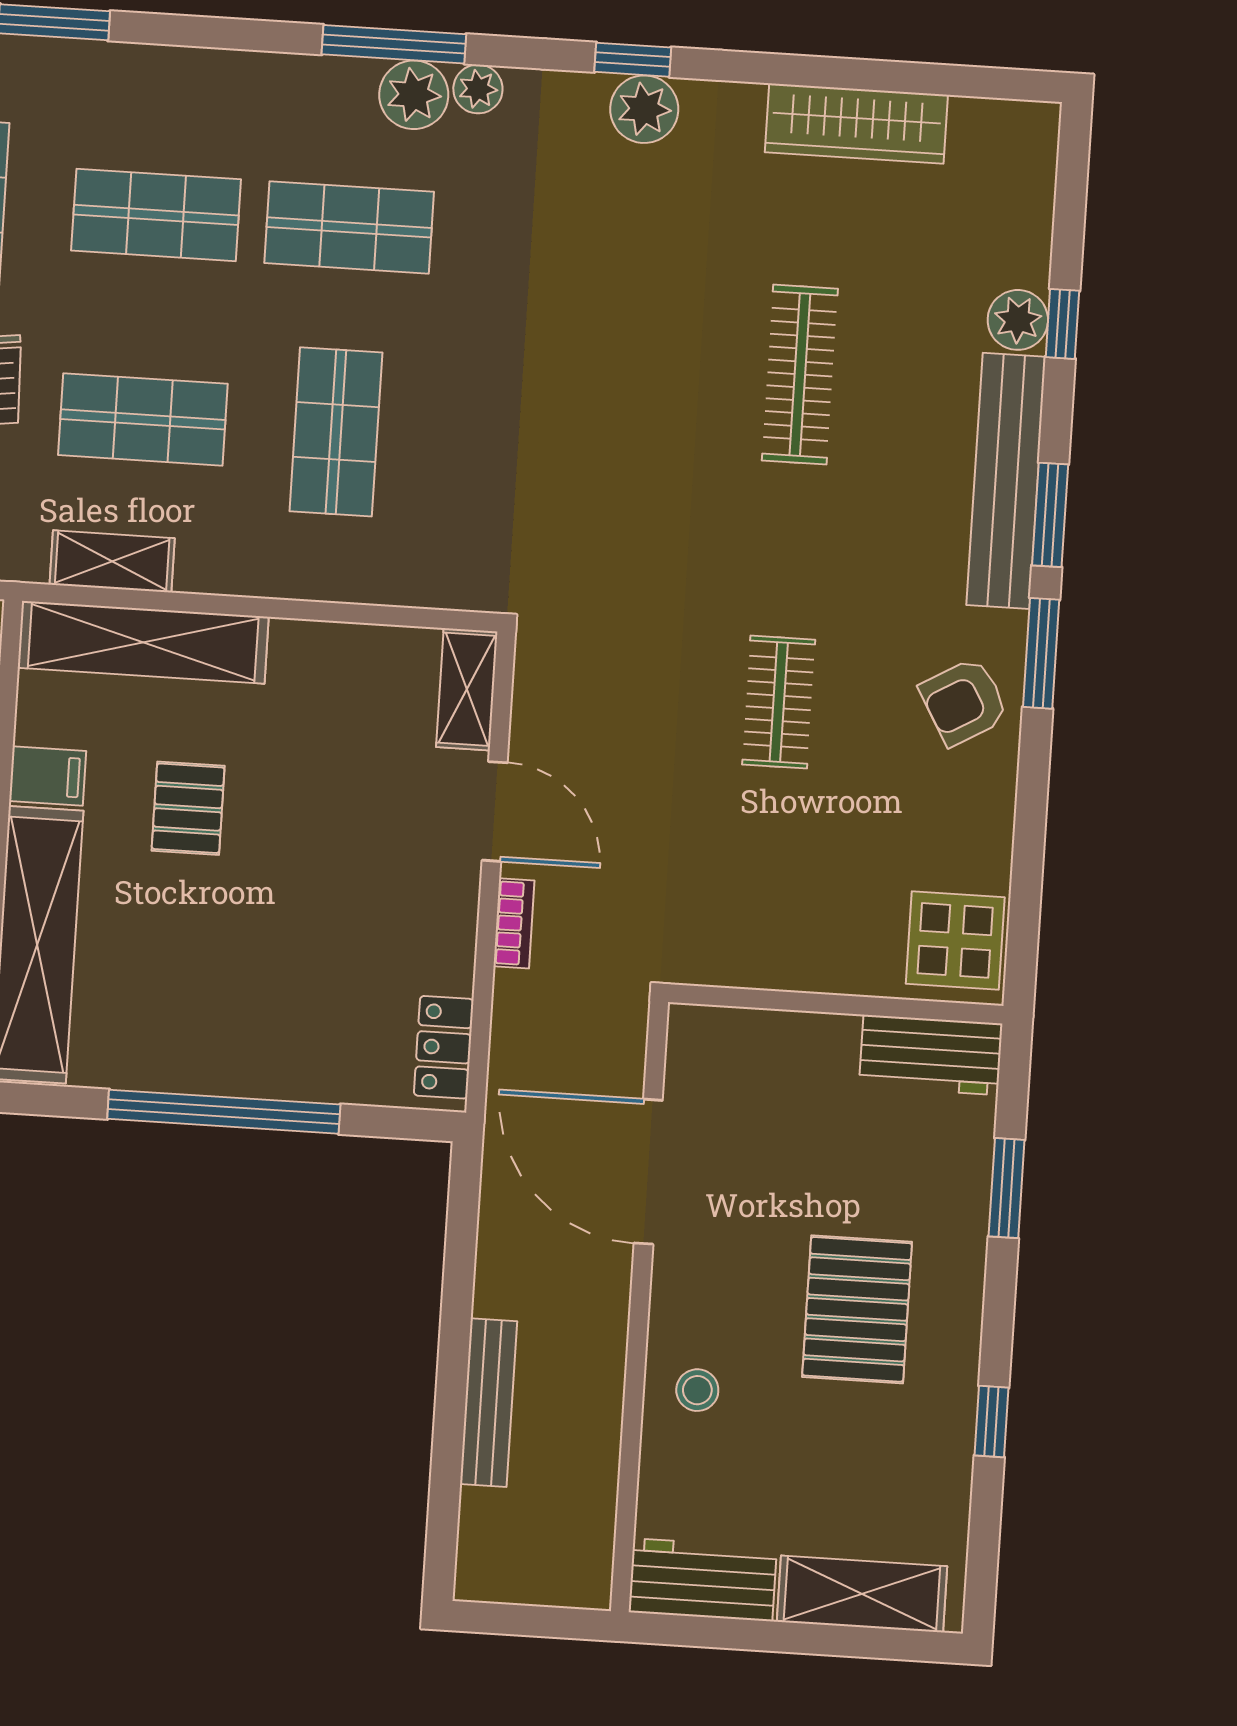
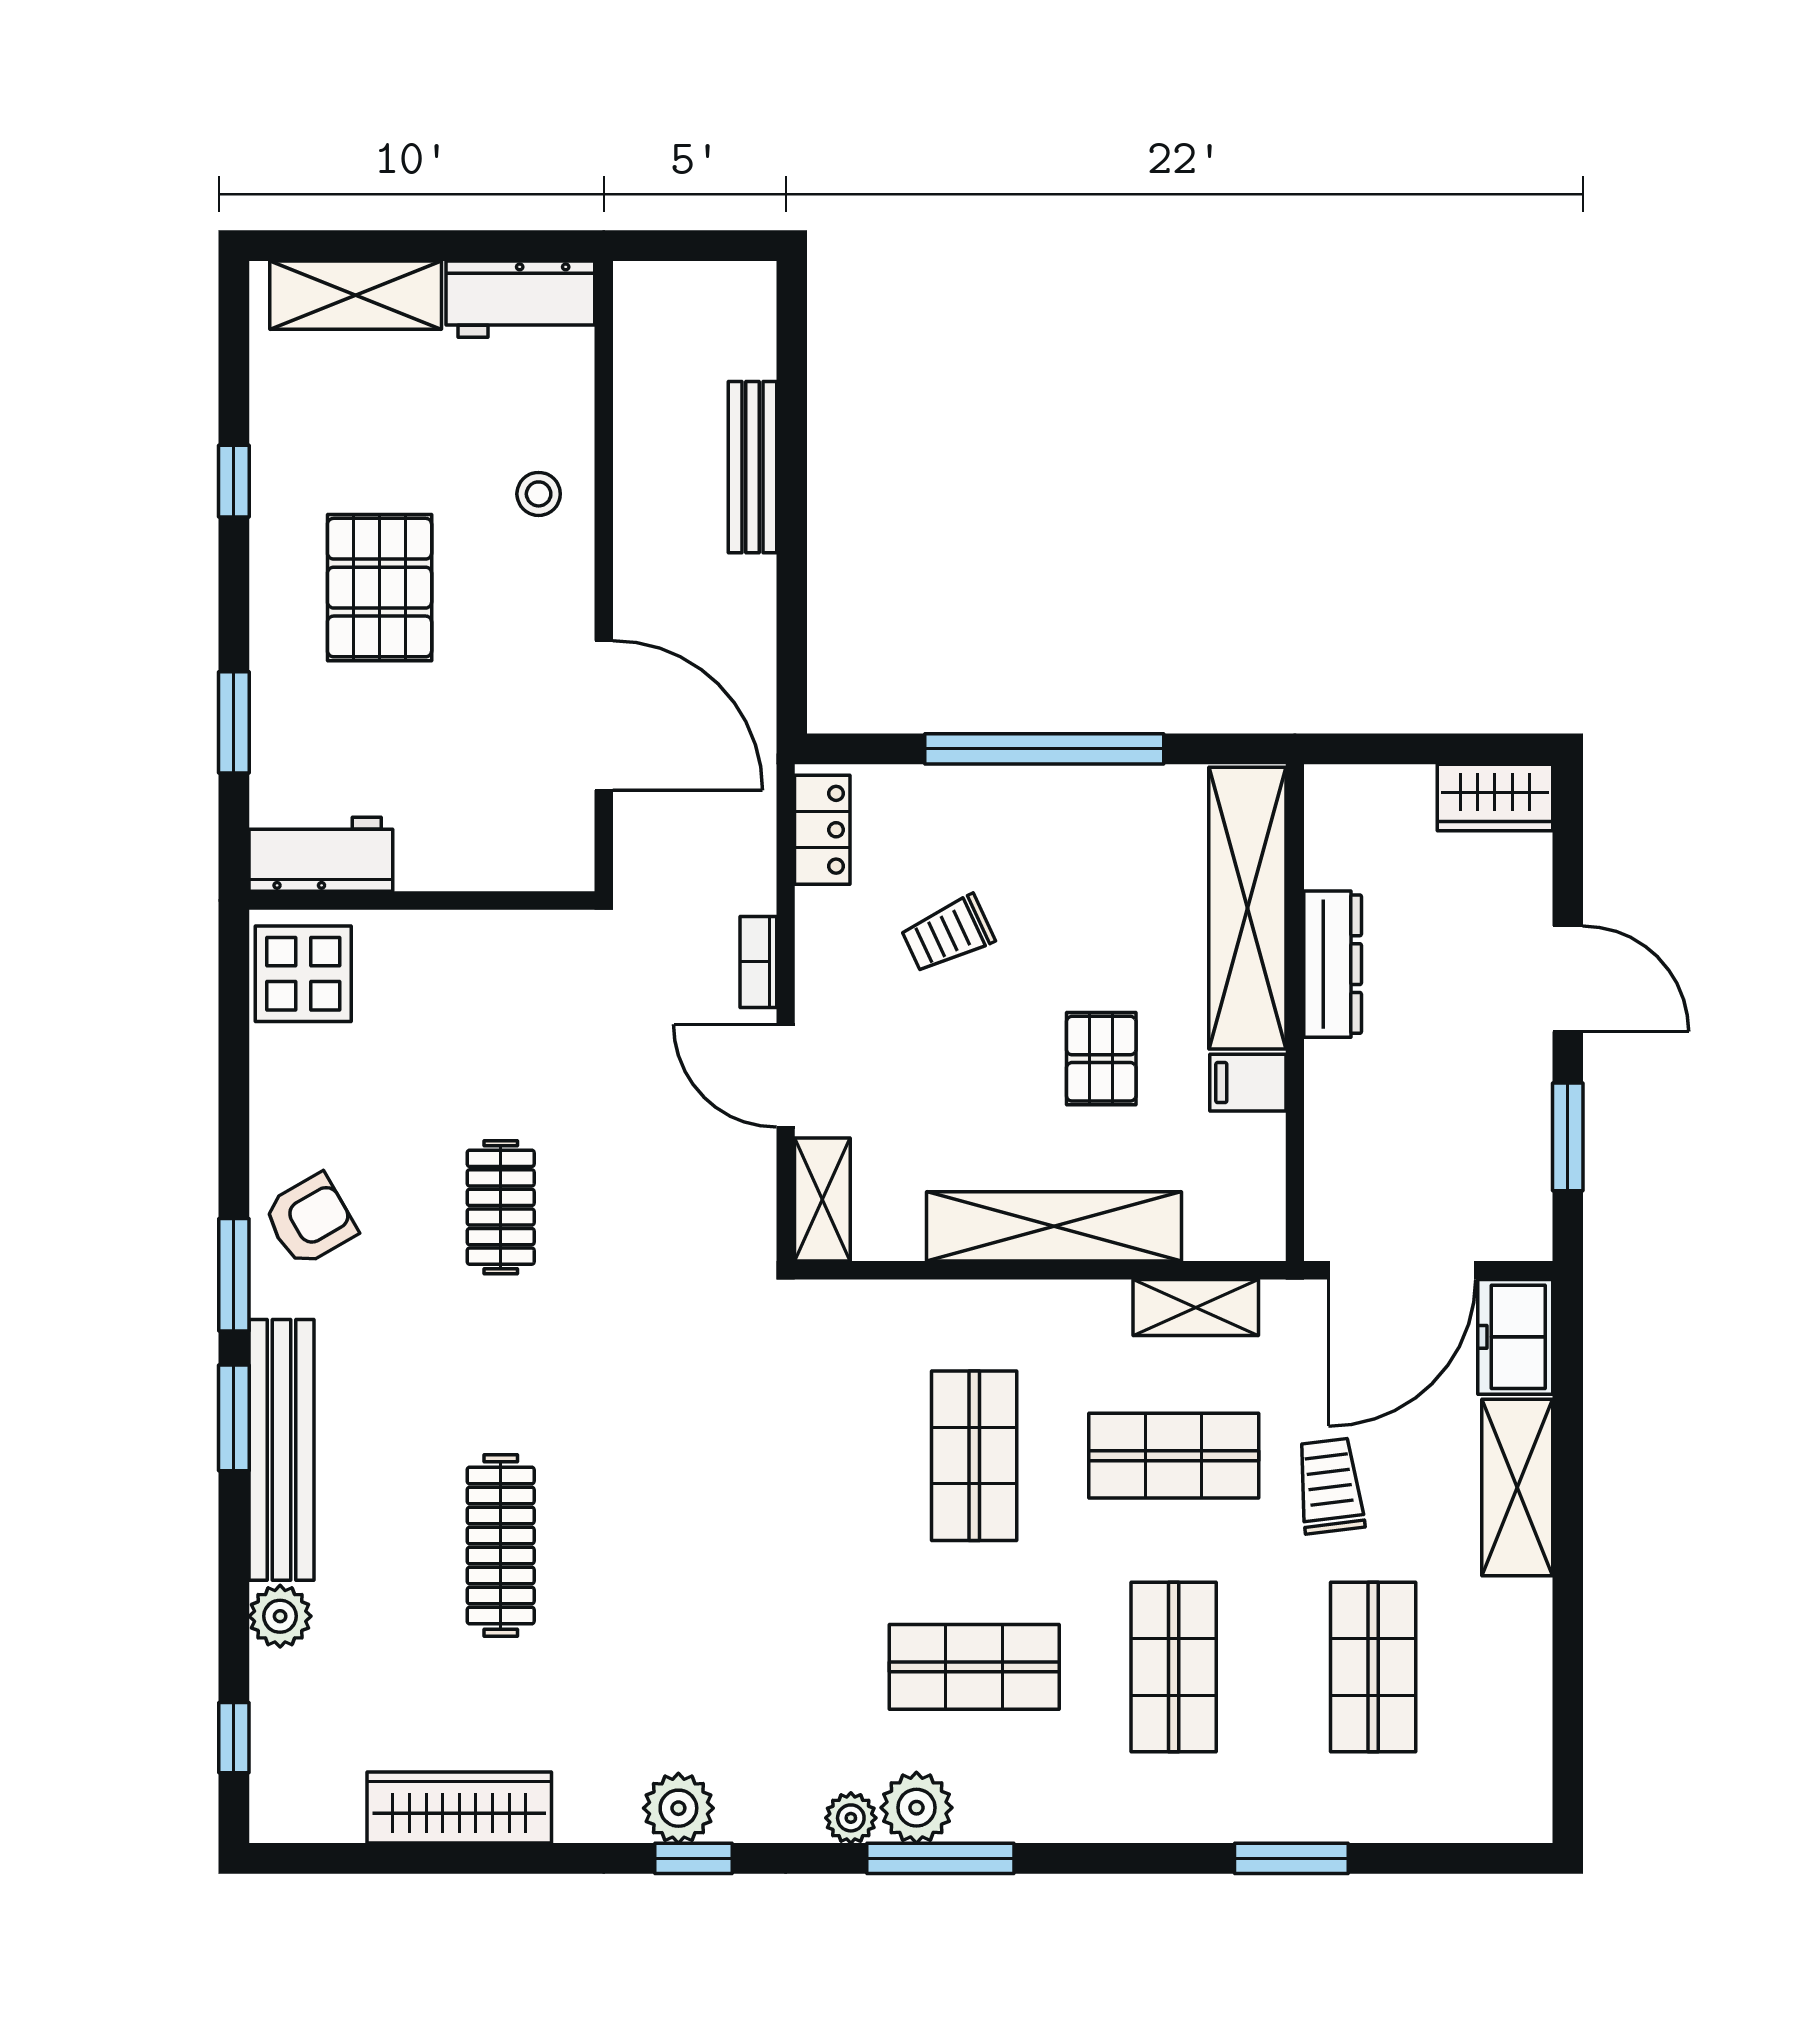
shop shelf: (156, 215) -> (1174, 1667), turned 90
window: (1062, 324) -> (234, 1738), moved
shelving: (143, 642) -> (1054, 1226), moved
trolley: (329, 938) -> (948, 934), added

